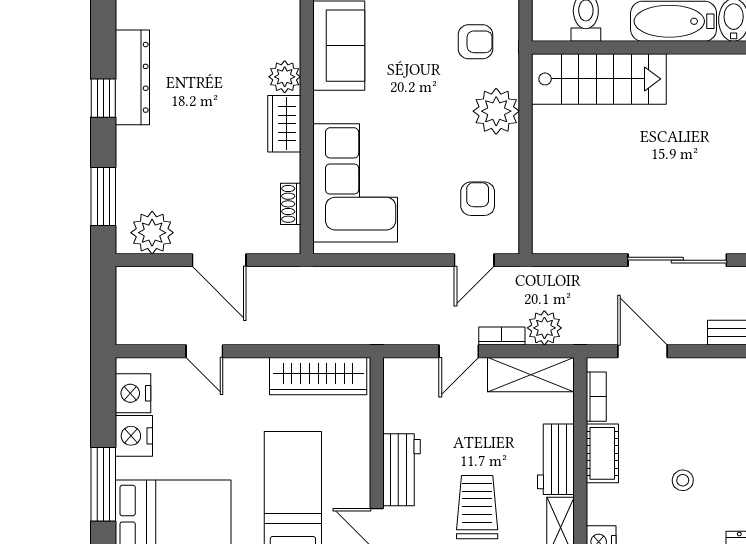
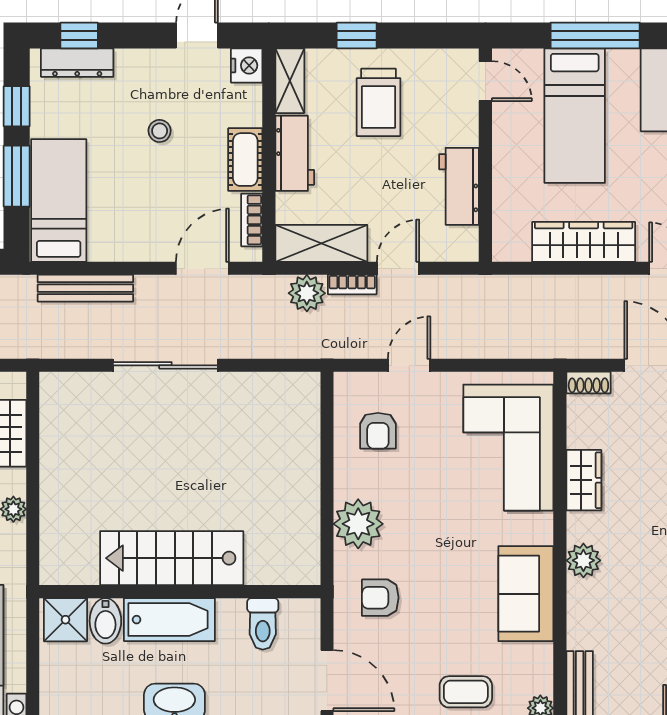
stairs: (599, 79) -> (172, 558), moved
wardrobe: (284, 124) -> (584, 480), moved
shoe rack: (291, 204) -> (588, 383), moved, turned 90
door: (474, 260) -> (409, 365), moved
door: (643, 351) -> (202, 268), swing flipped
wardrobe: (318, 376) -> (584, 242), moved
workbench: (401, 470) -> (459, 186), moved

